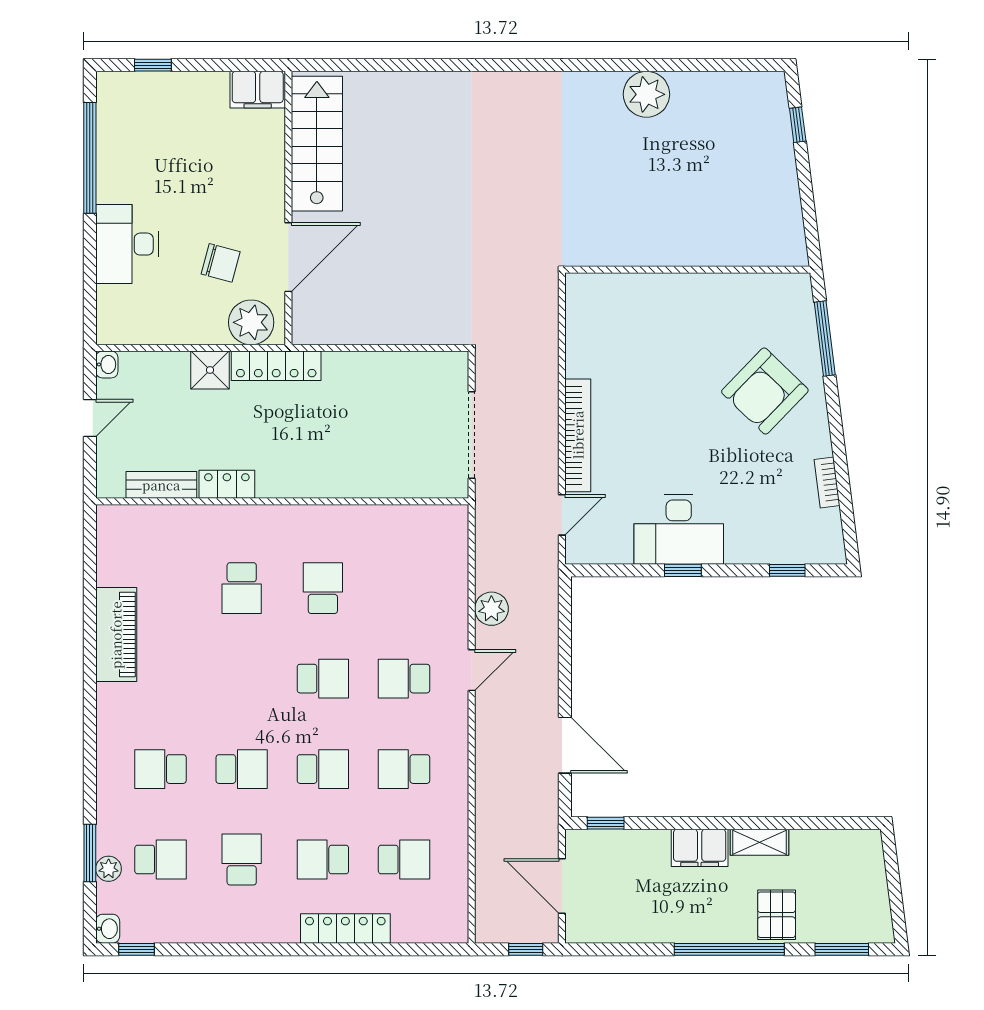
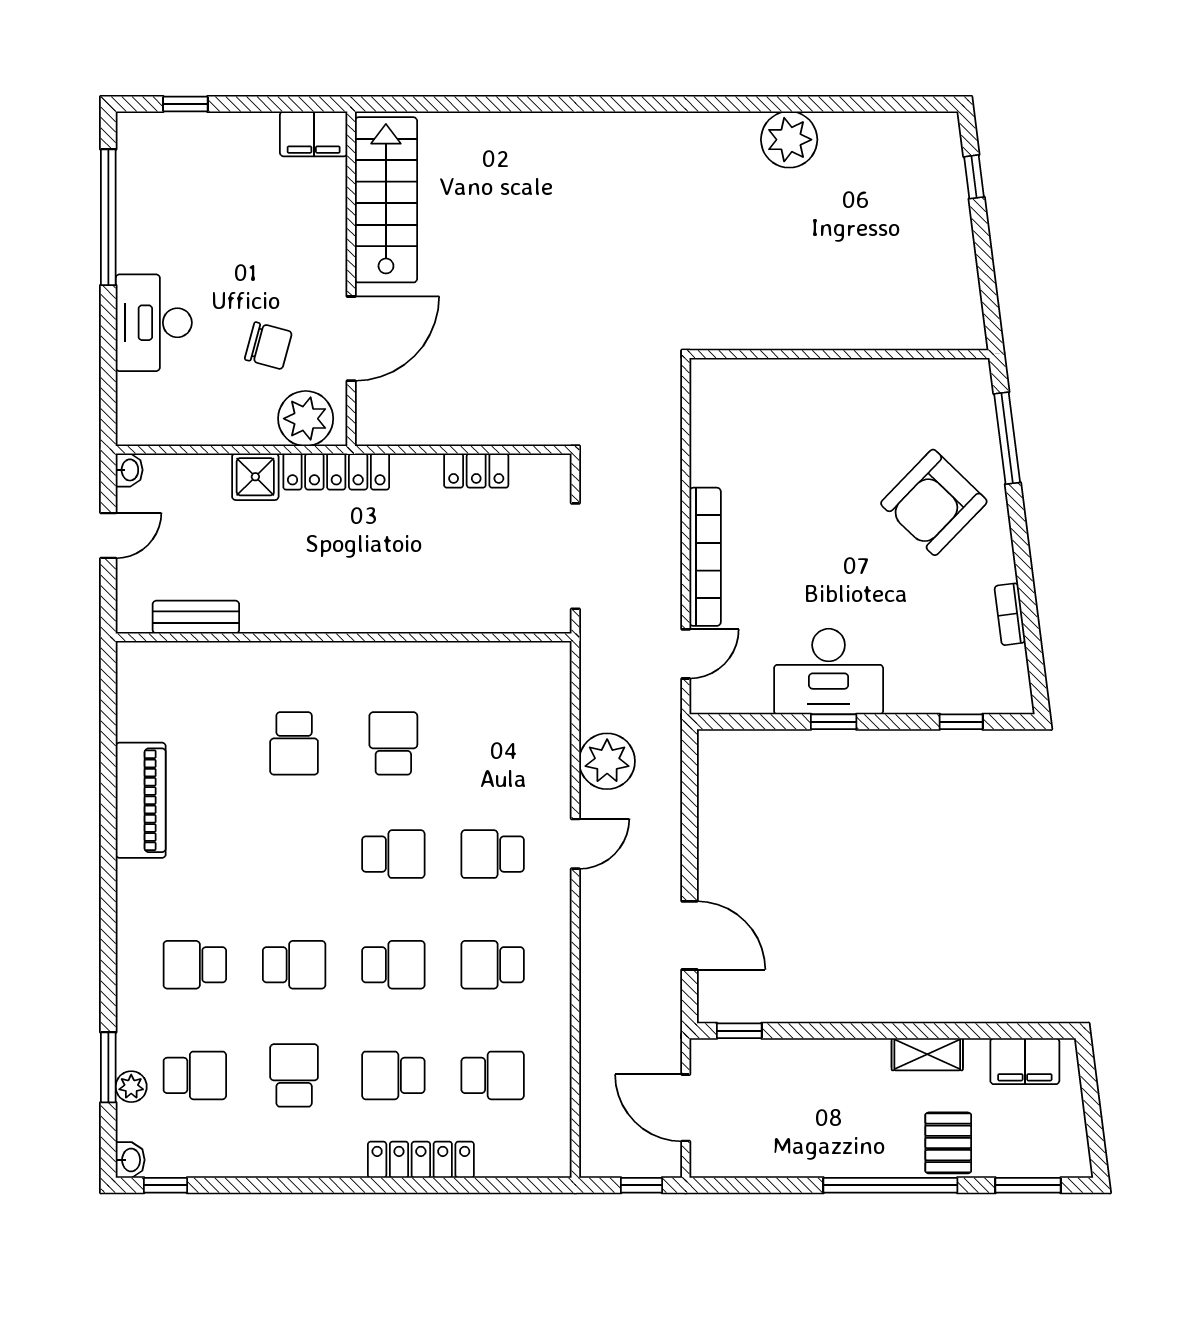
locker: (227, 484) -> (476, 471), moved, turned 180
plant: (491, 609) -> (607, 761), width x1.36, depth x1.36
filing cabinet: (700, 848) -> (1025, 1061), moved

